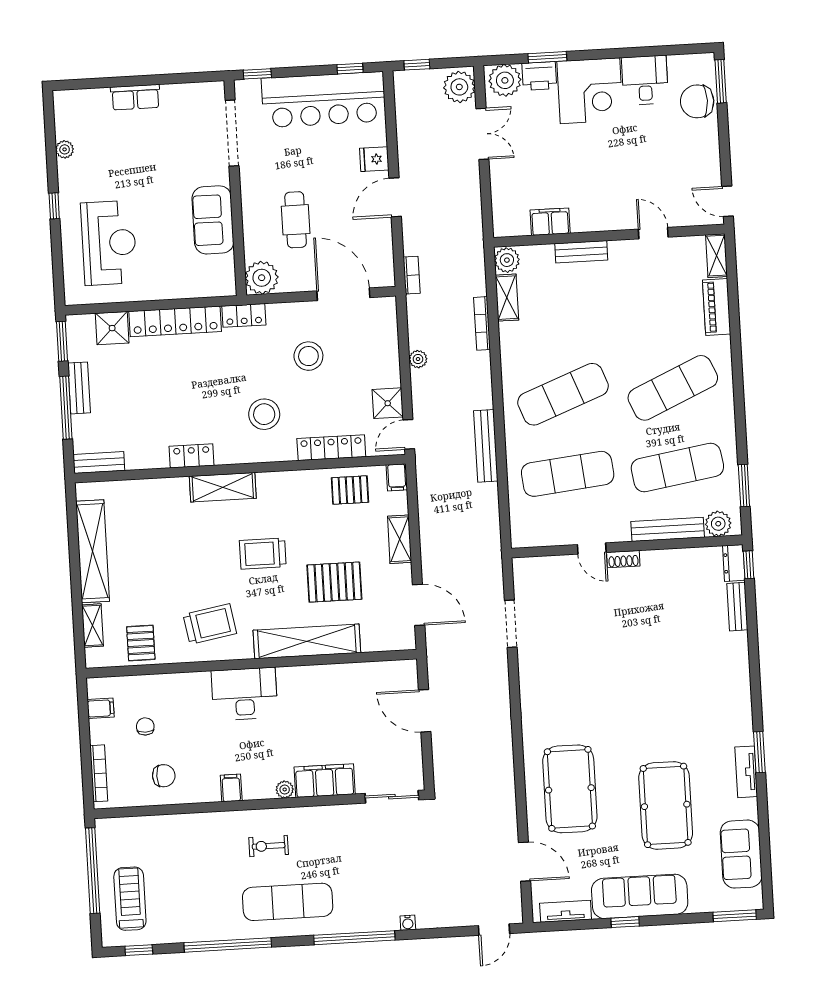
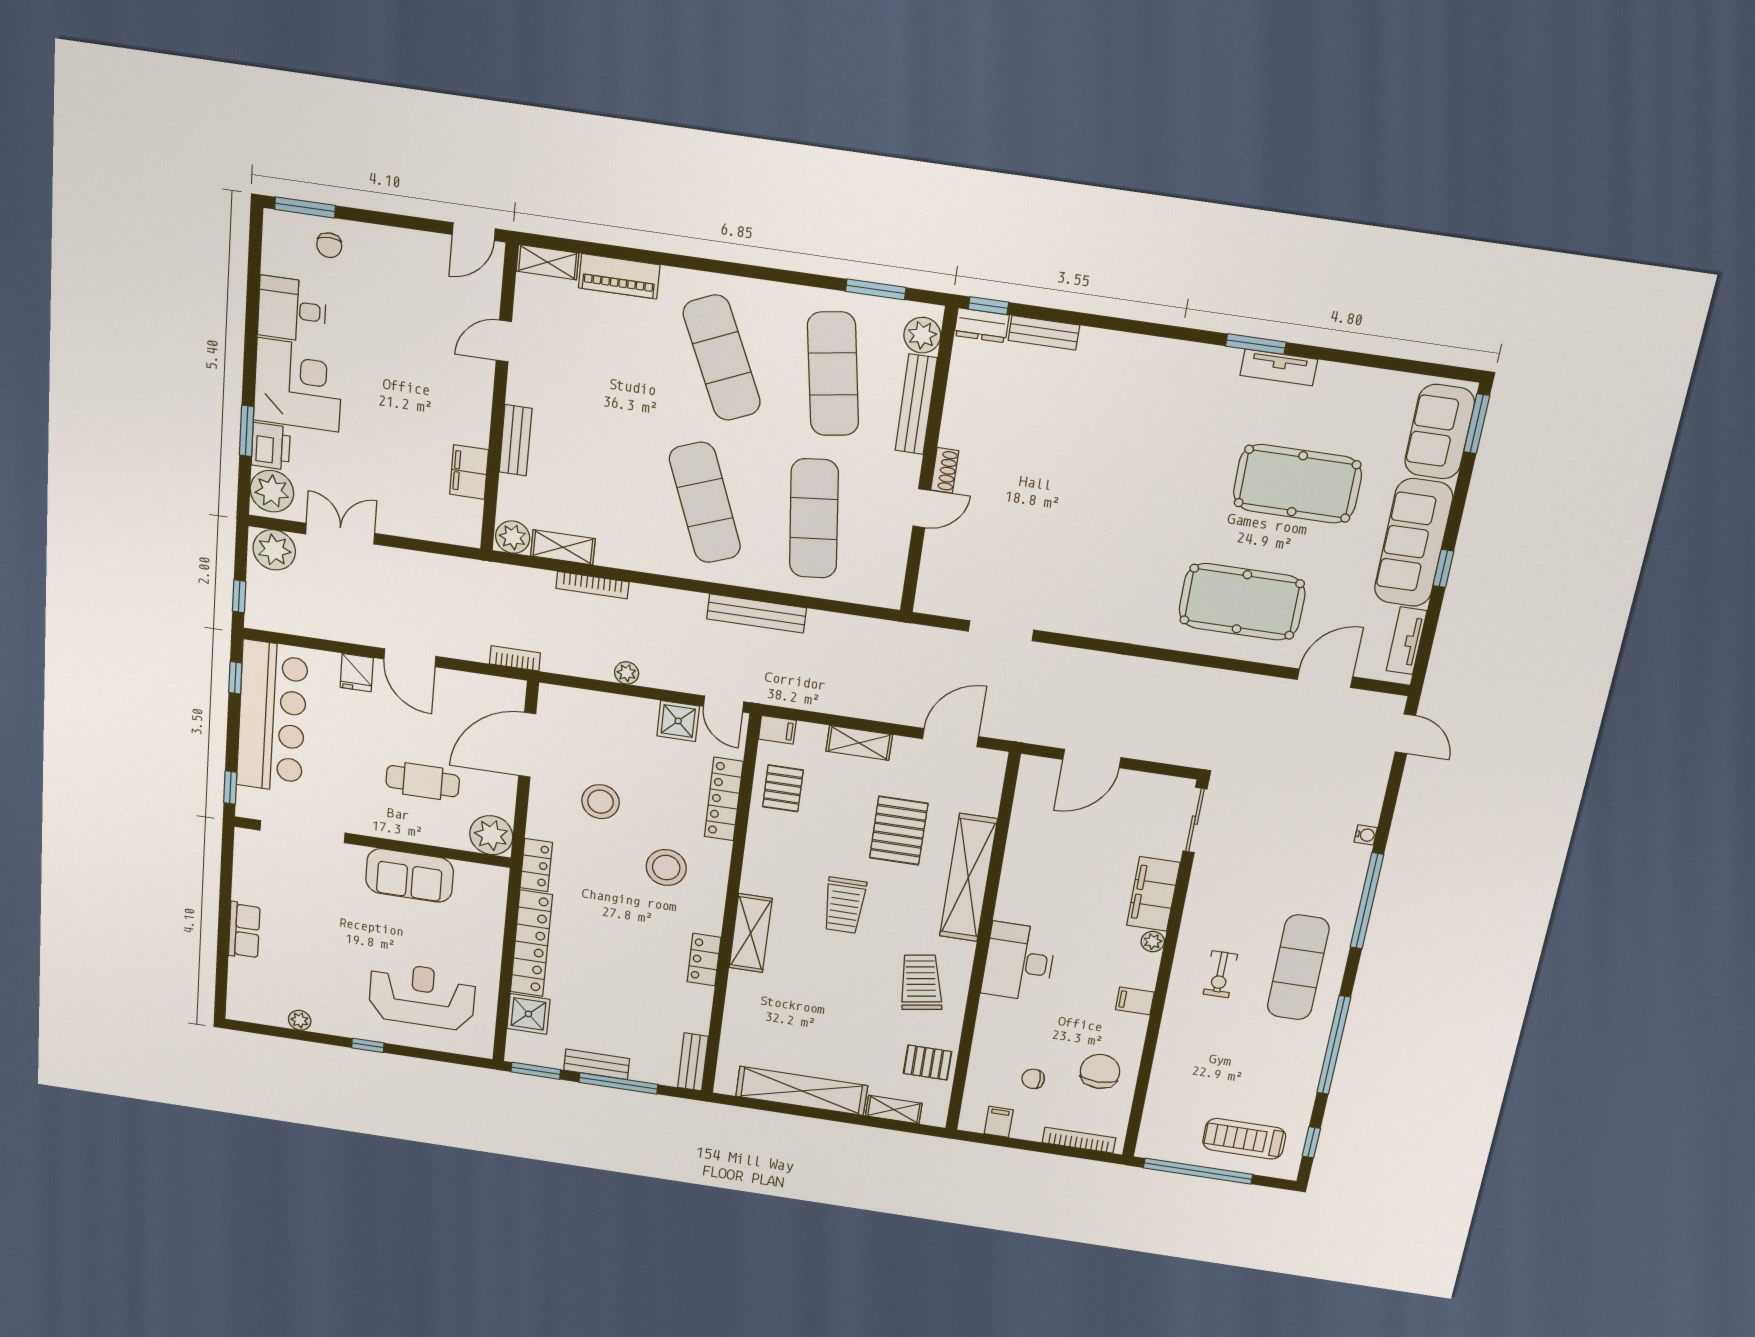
chair: (697, 101) -> (329, 245), width x0.54, depth x0.54
chair: (164, 776) -> (1100, 1071), width x1.37, depth x1.37
sofa: (741, 854) -> (1440, 432), moved, turned 90

